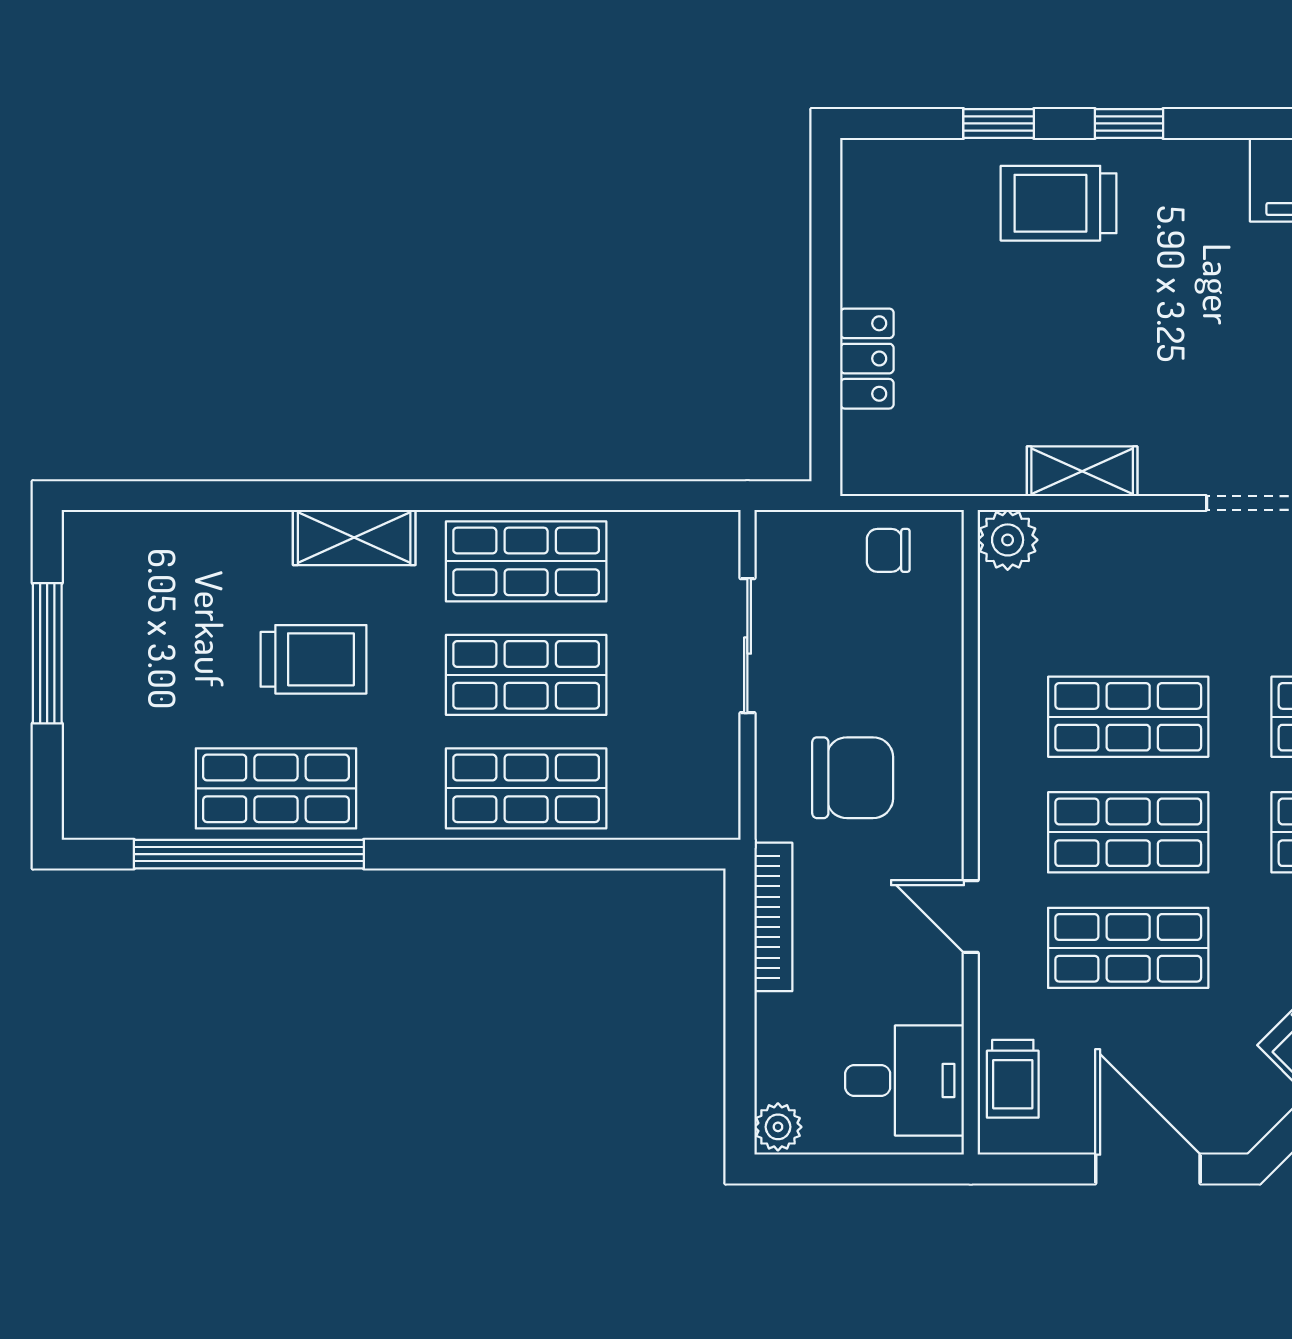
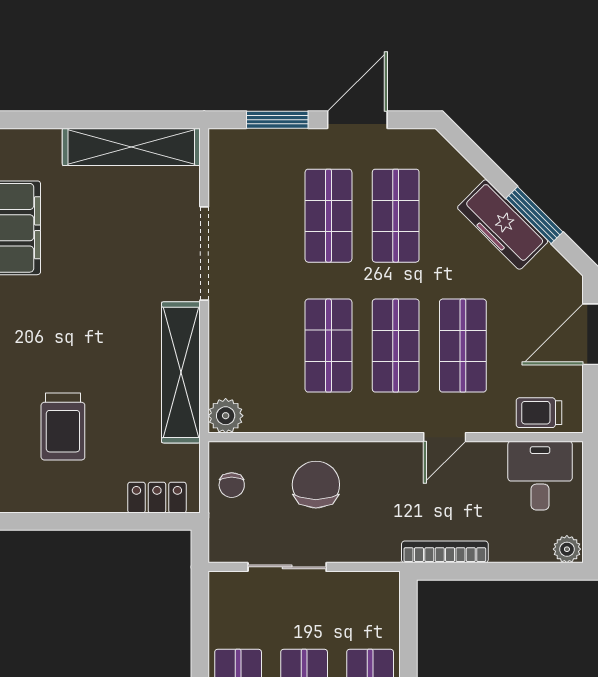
trolley: (1059, 203) -> (63, 426), moved
locker: (867, 359) -> (157, 498), moved
shelving: (1082, 471) -> (181, 372), width x2.20, depth x1.33
chair: (853, 778) -> (316, 485), moved
trolley: (1013, 1079) -> (539, 413), turned 180

